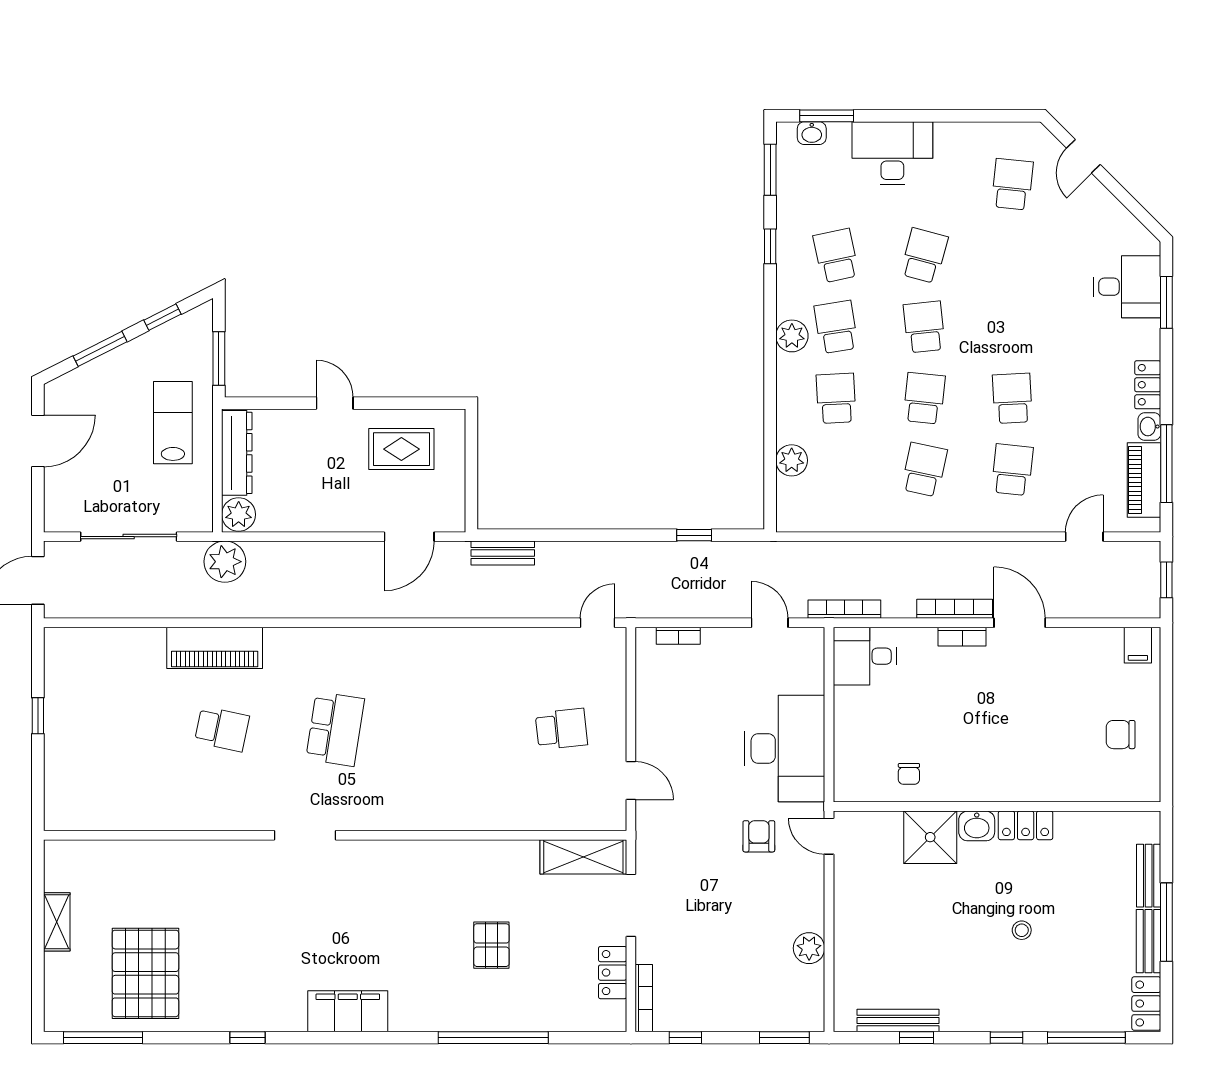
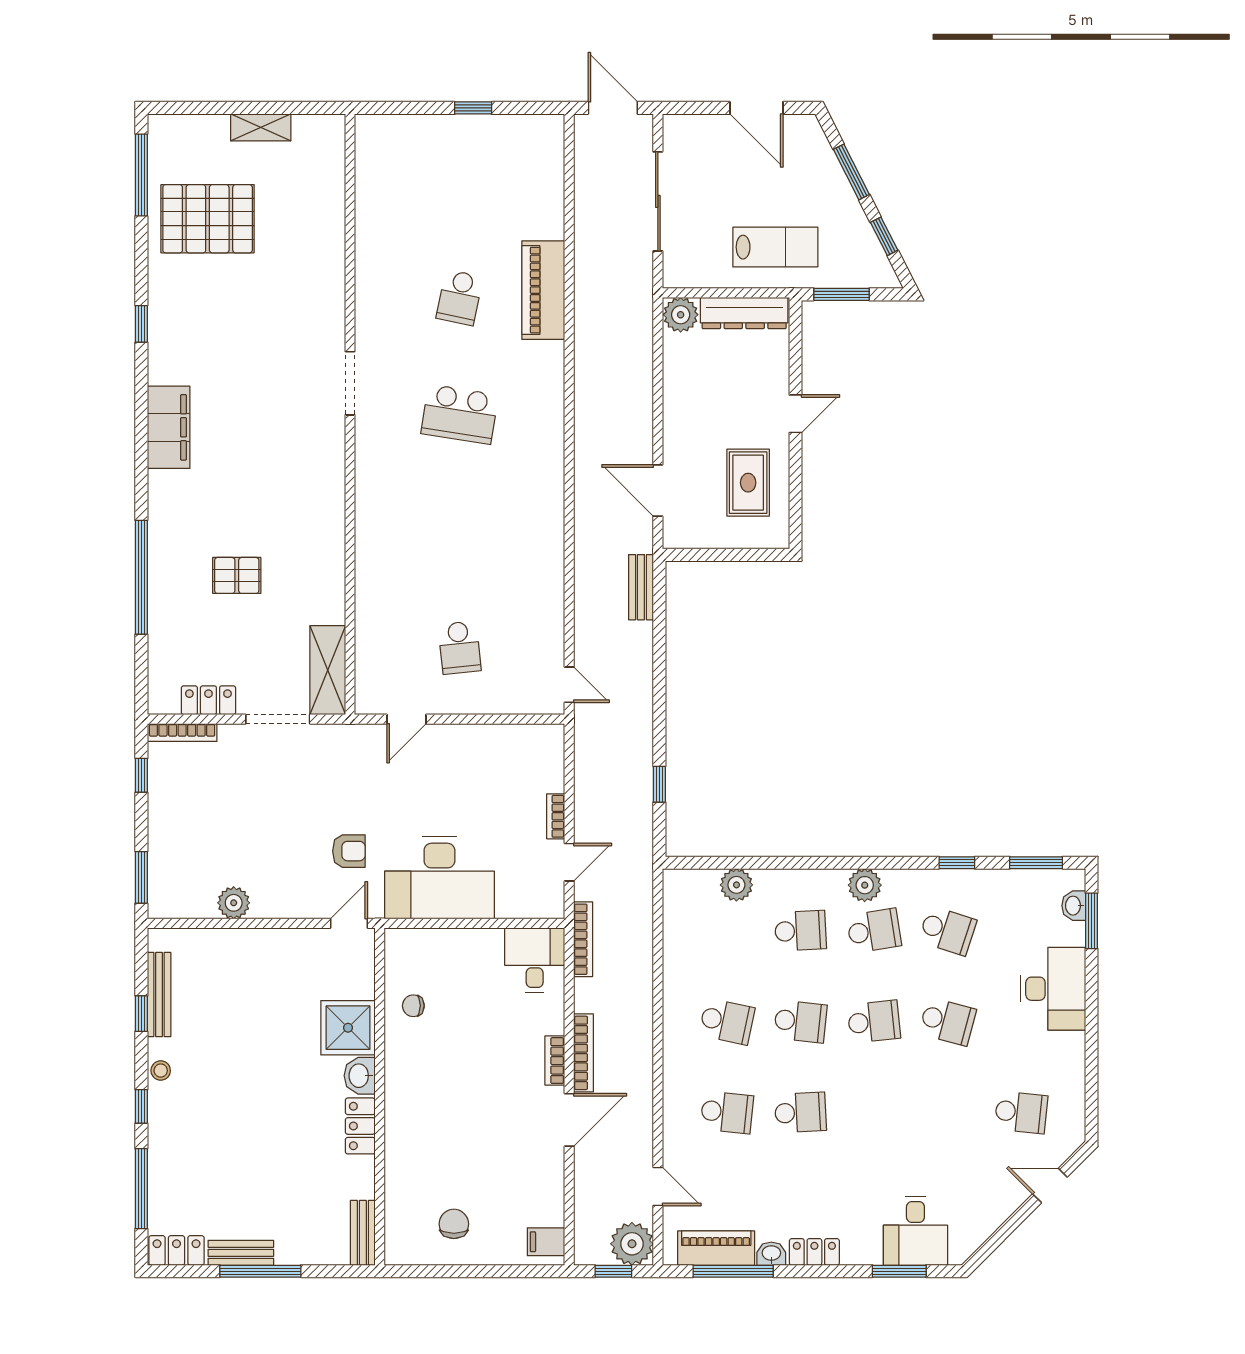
school desk: (836, 256) -> (947, 931), turned 30
plant: (225, 562) -> (632, 1244), moved
bookcase: (678, 636) -> (556, 816), moved
bench: (1149, 876) -> (363, 1233), moved, turned 90
stool: (1022, 930) -> (161, 1071), moved

